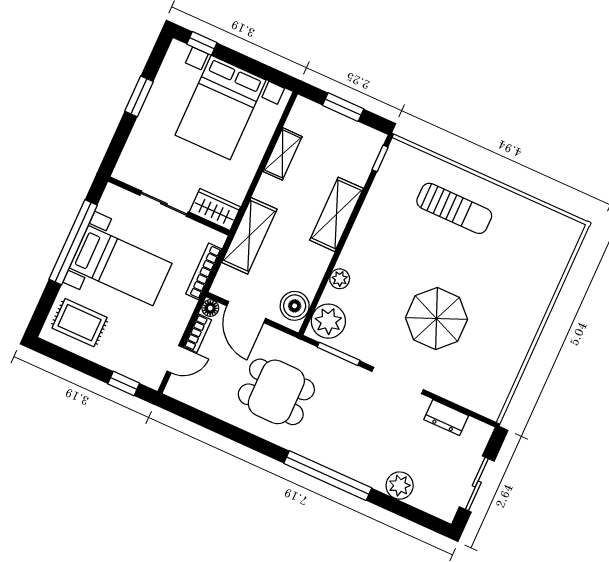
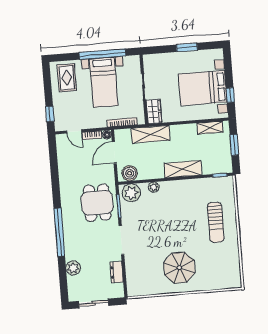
window: (202, 43) -> (230, 95), moved
shelving: (283, 154) -> (210, 128), moved
parasol: (436, 319) -> (179, 268), moved
dining table: (276, 392) -> (97, 203), moved

